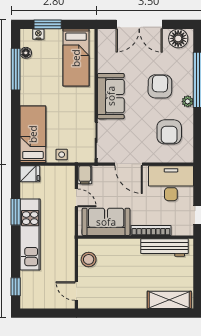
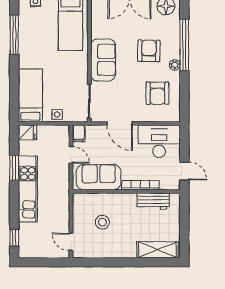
floor lamp: (26, 53) -> (24, 20), removed
workbench: (165, 248) -> (153, 201), width x0.73
stool: (89, 259) -> (102, 222), moved

